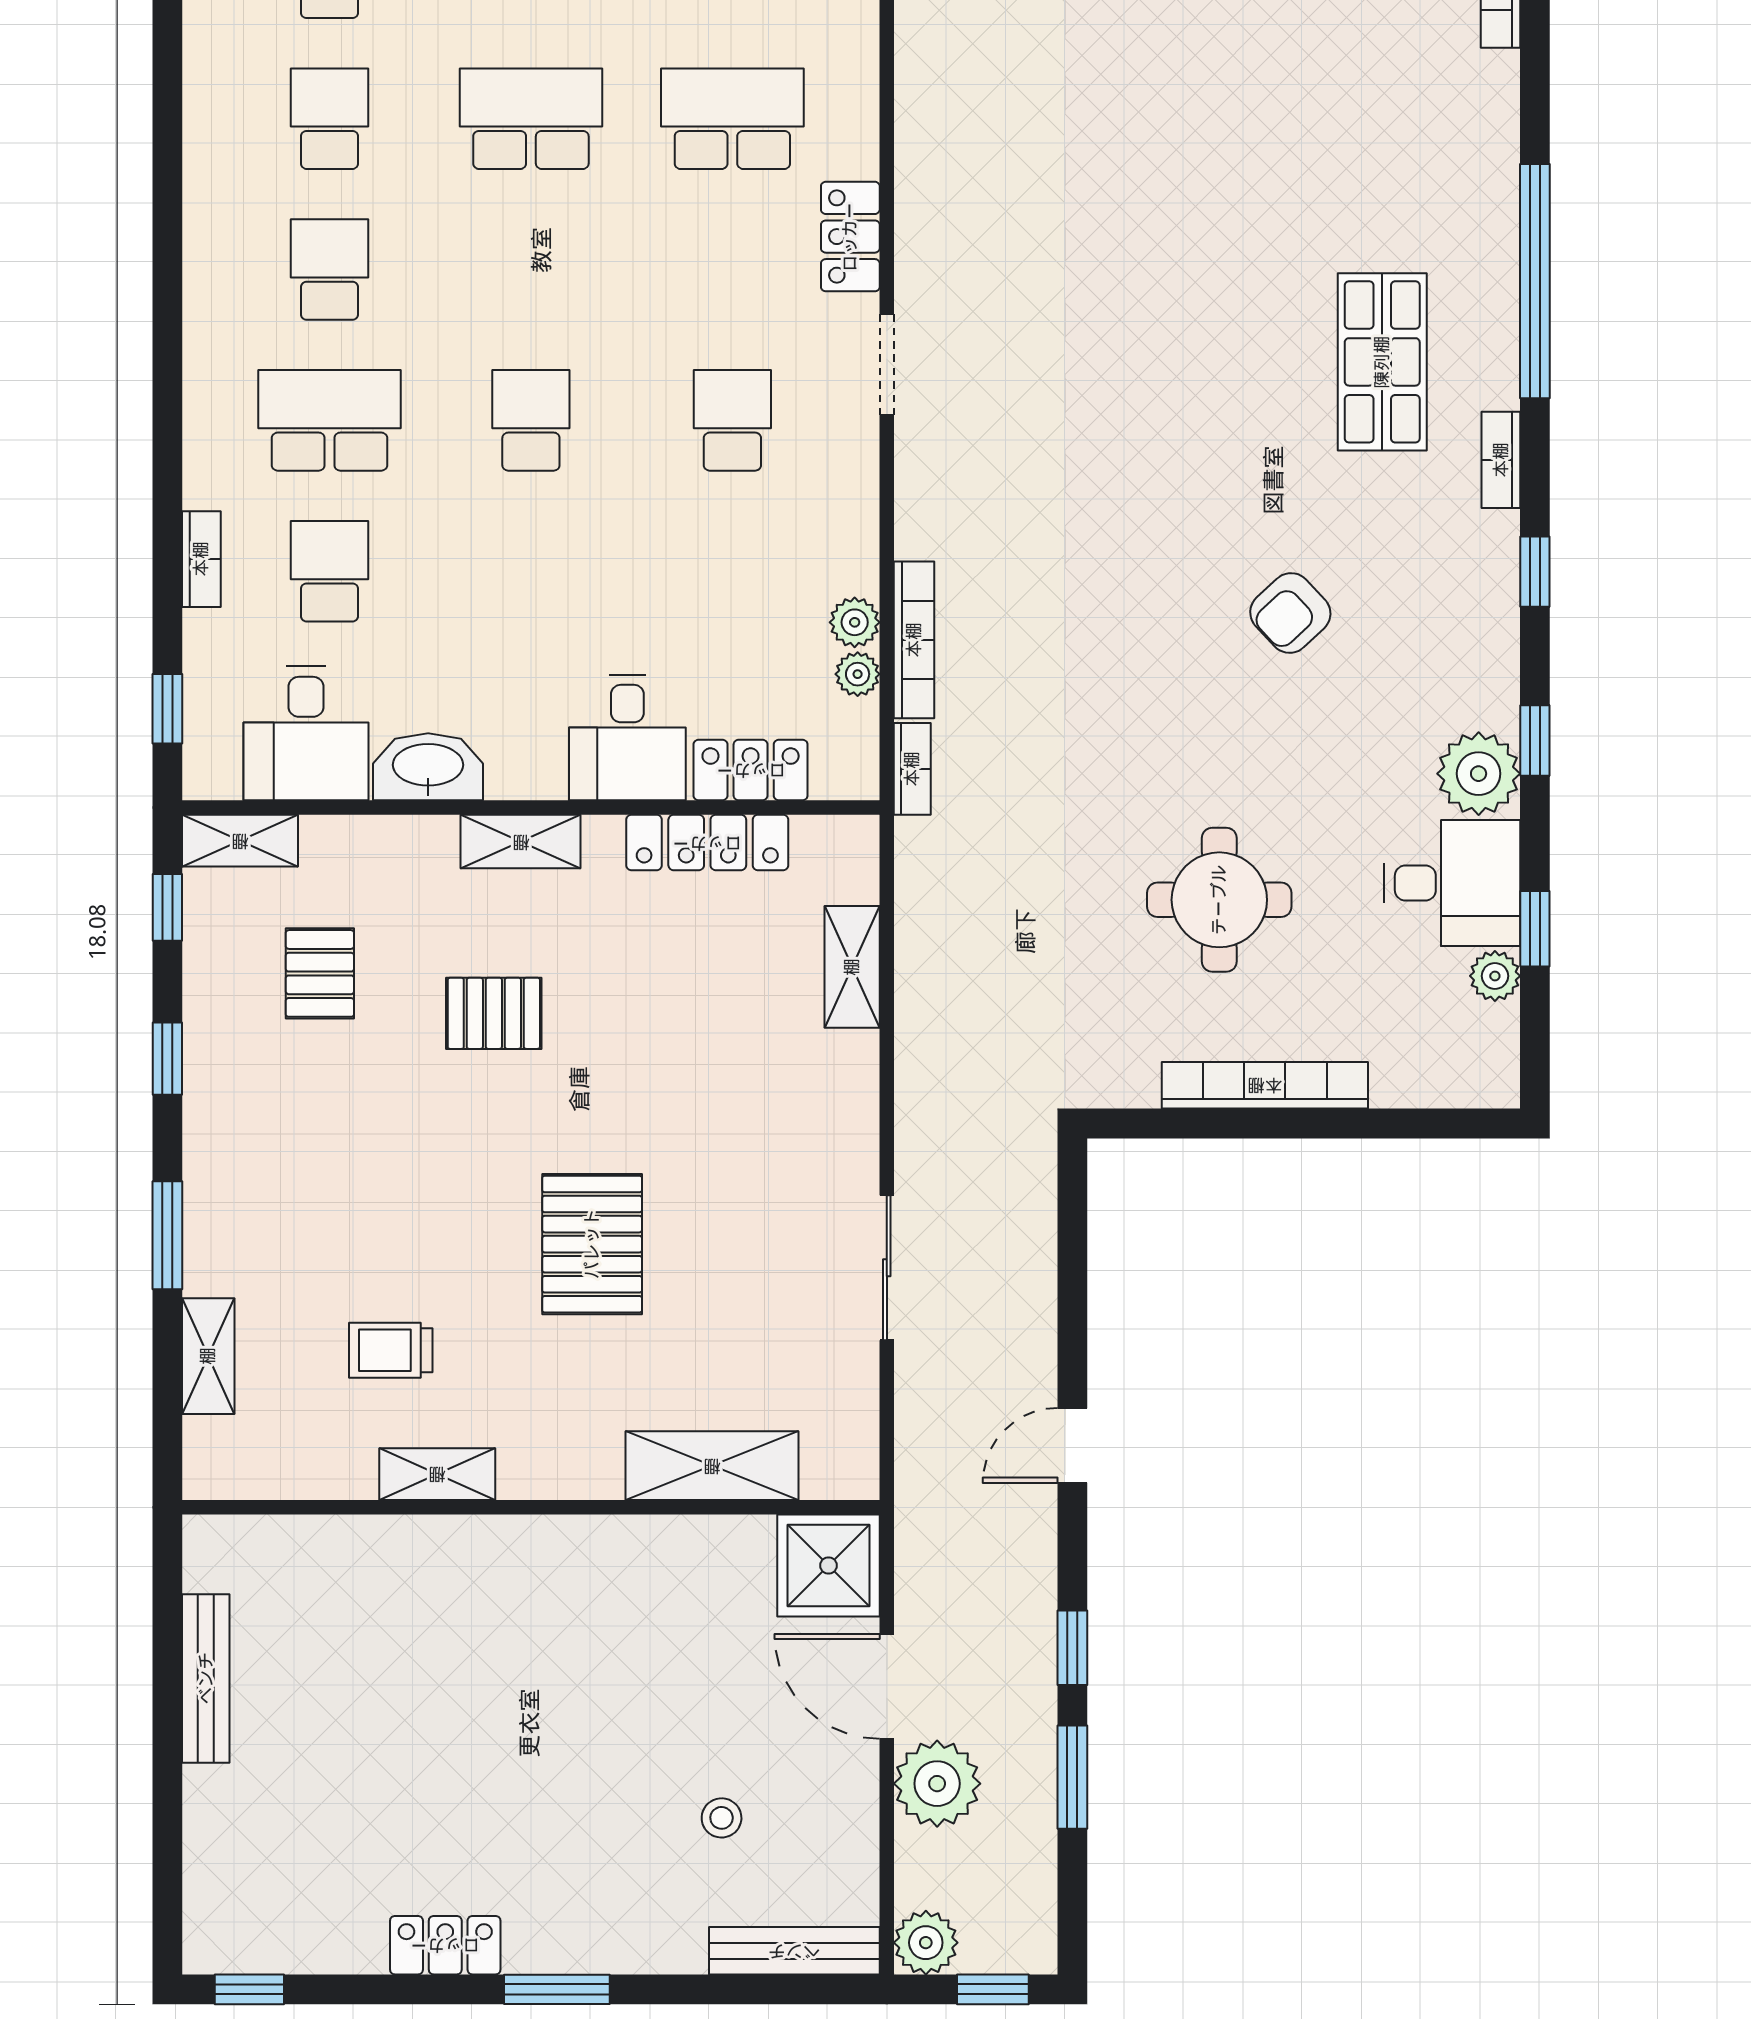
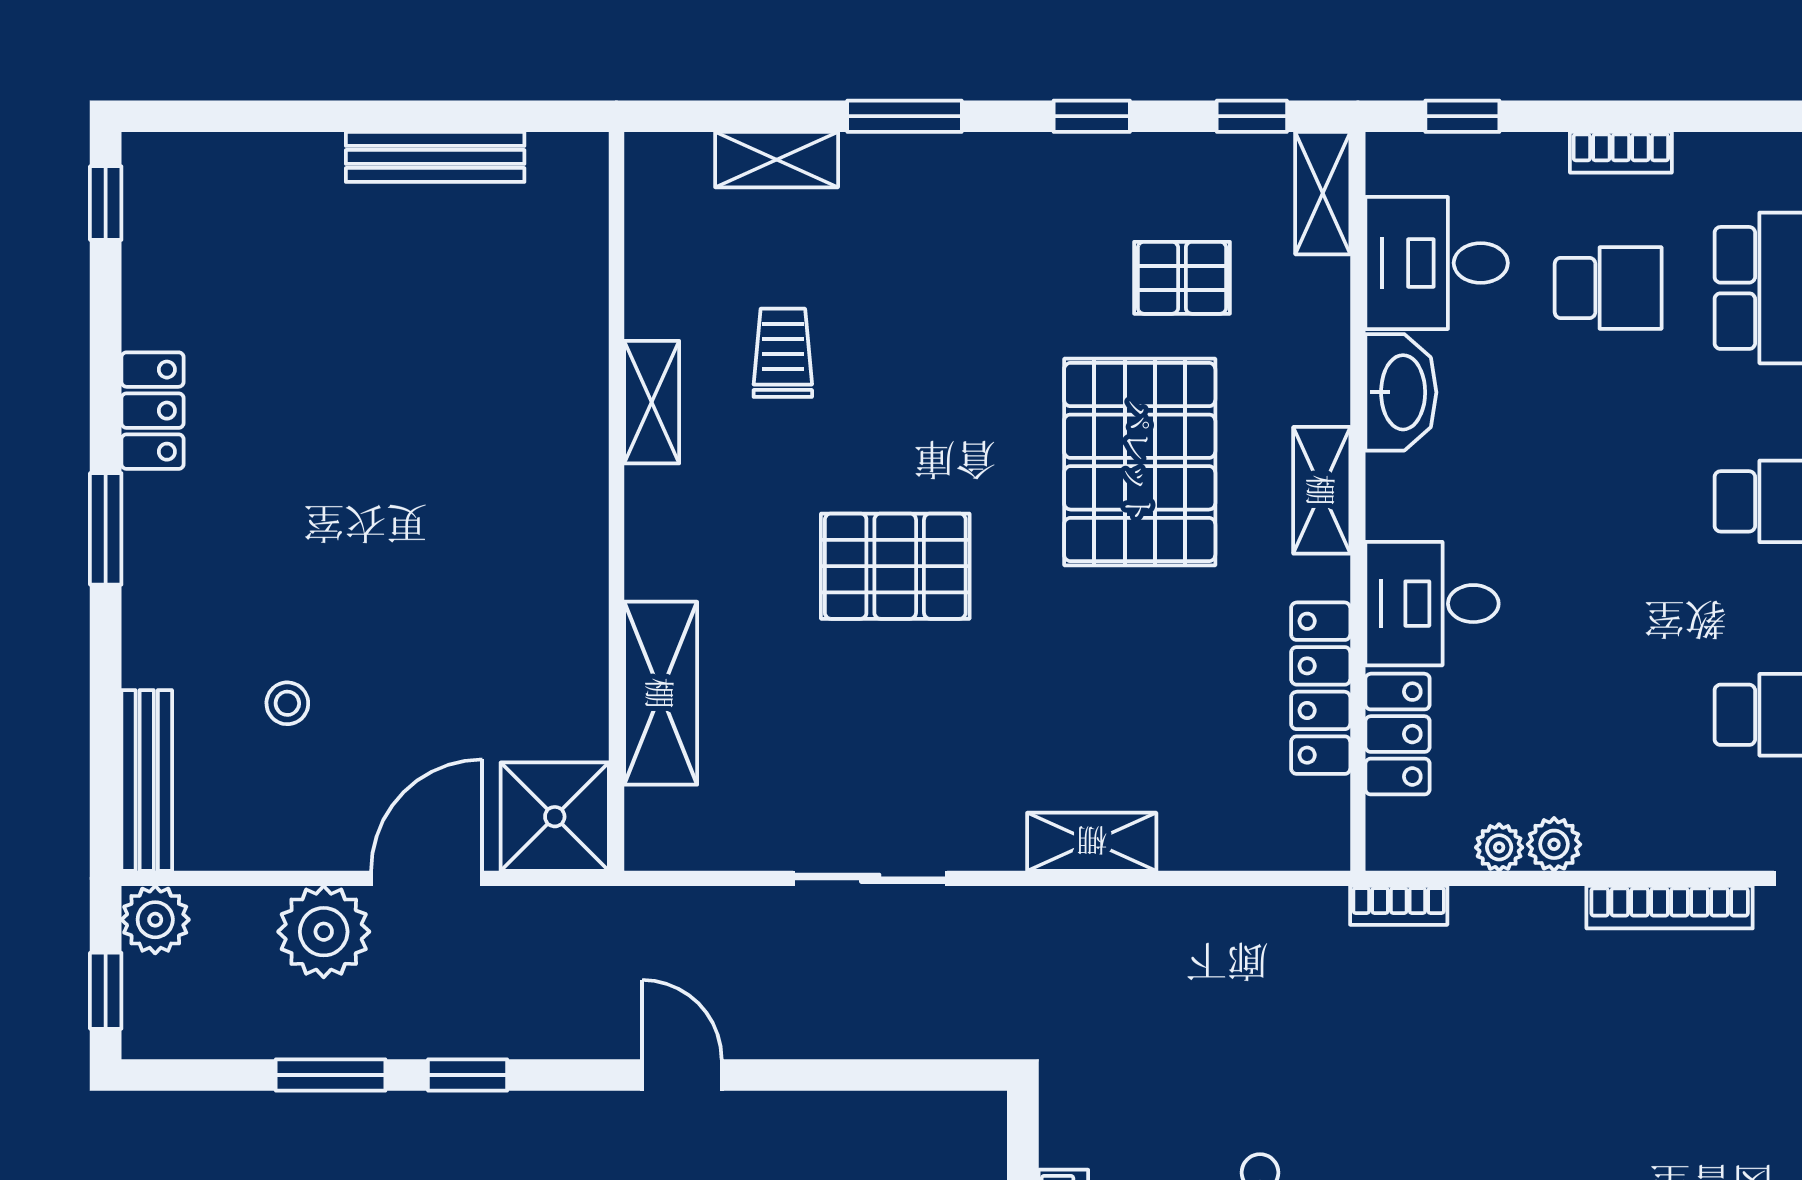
bookcase: (914, 640) -> (1670, 907), moved
shelving: (852, 967) -> (1092, 842), moved
pallet: (494, 1013) -> (1140, 462), width x2.05, depth x2.00

